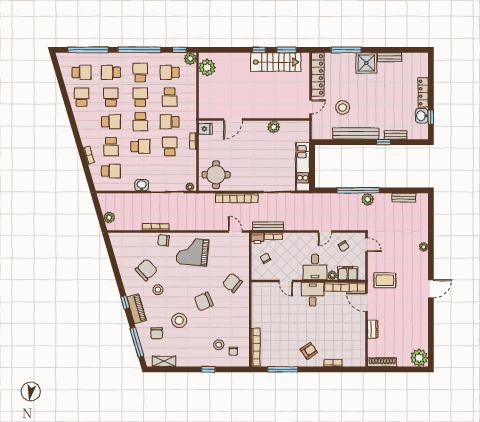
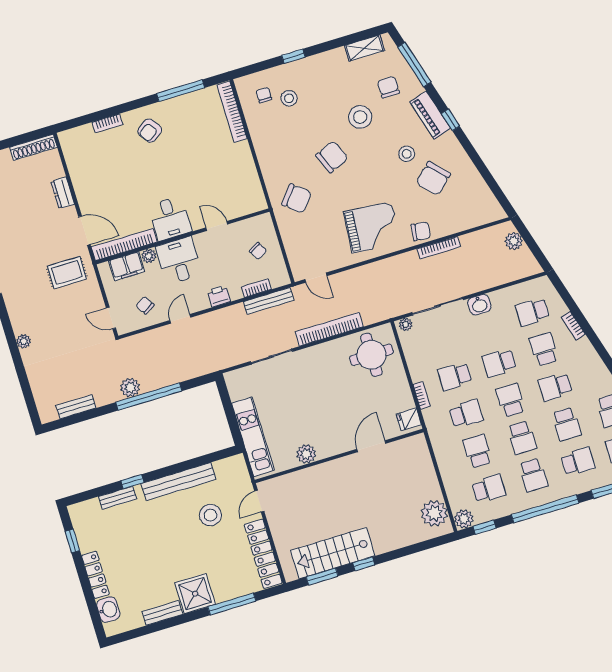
washbasin: (422, 116) -> (108, 610), moved
school desk: (170, 146) -> (455, 376), turned 90
kitchen unit: (303, 167) -> (253, 437), moved
printer: (257, 238) -> (219, 296), moved

